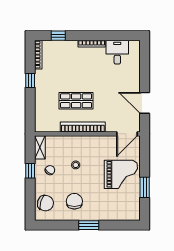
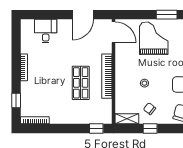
desk: (117, 52) -> (46, 31), moved, turned 90
window: (30, 81) -> (96, 129), moved

